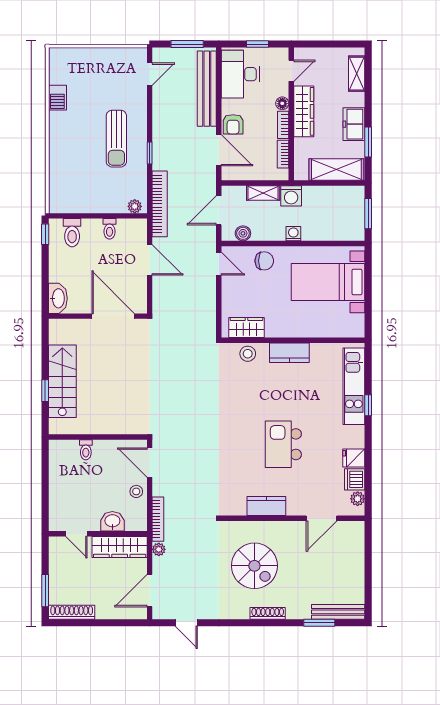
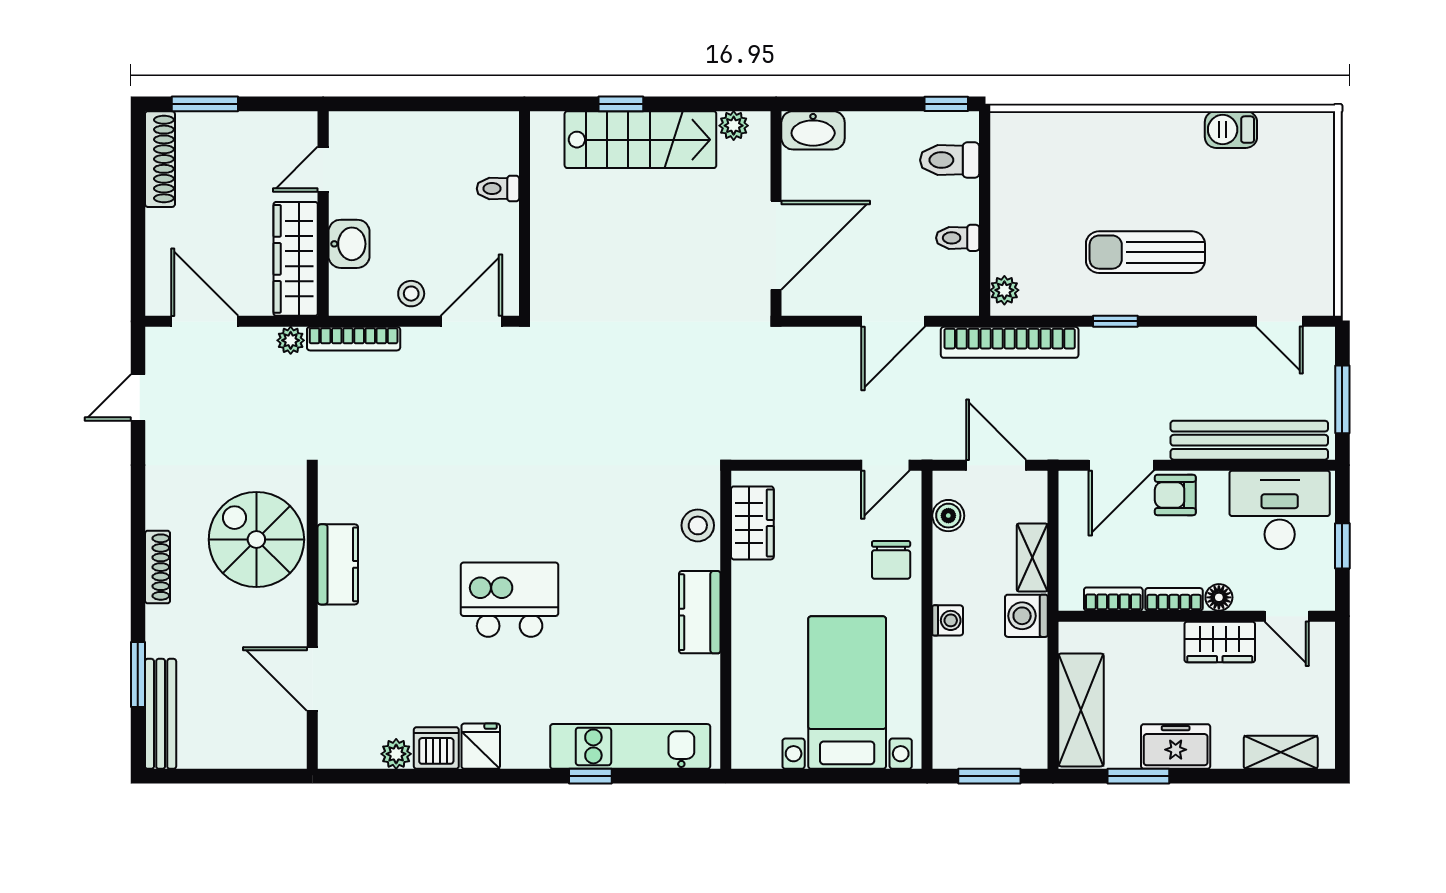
wardrobe: (304, 111) -> (1220, 642), width x0.67
plant: (56, 337) -> (734, 126), added
kitchen counter: (266, 506) -> (338, 564), moved
wall: (293, 518) -> (312, 620), moved
door: (322, 518) -> (312, 679), moved
spiral stairs: (254, 566) -> (256, 540), turned 90

